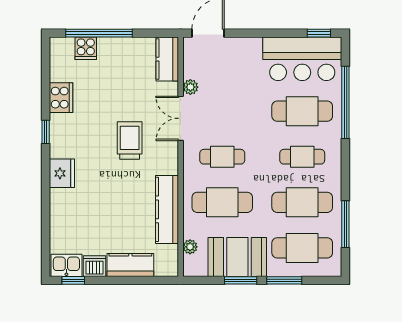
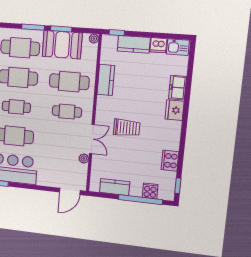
kitchen counter: (167, 59) -> (115, 187), moved, turned -90
window: (46, 132) -> (178, 186), moved
trolley: (130, 141) -> (127, 128), turned -90
freezer: (61, 207) -> (178, 88), added
kitchen counter: (167, 209) -> (106, 80), width x0.67
plant: (190, 247) -> (94, 39), moved
window: (73, 280) -> (117, 33), moved

